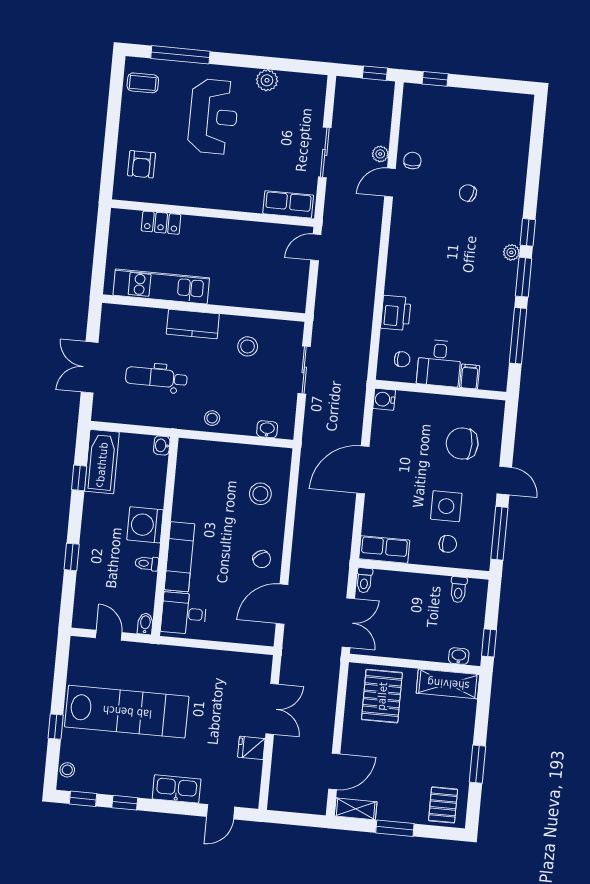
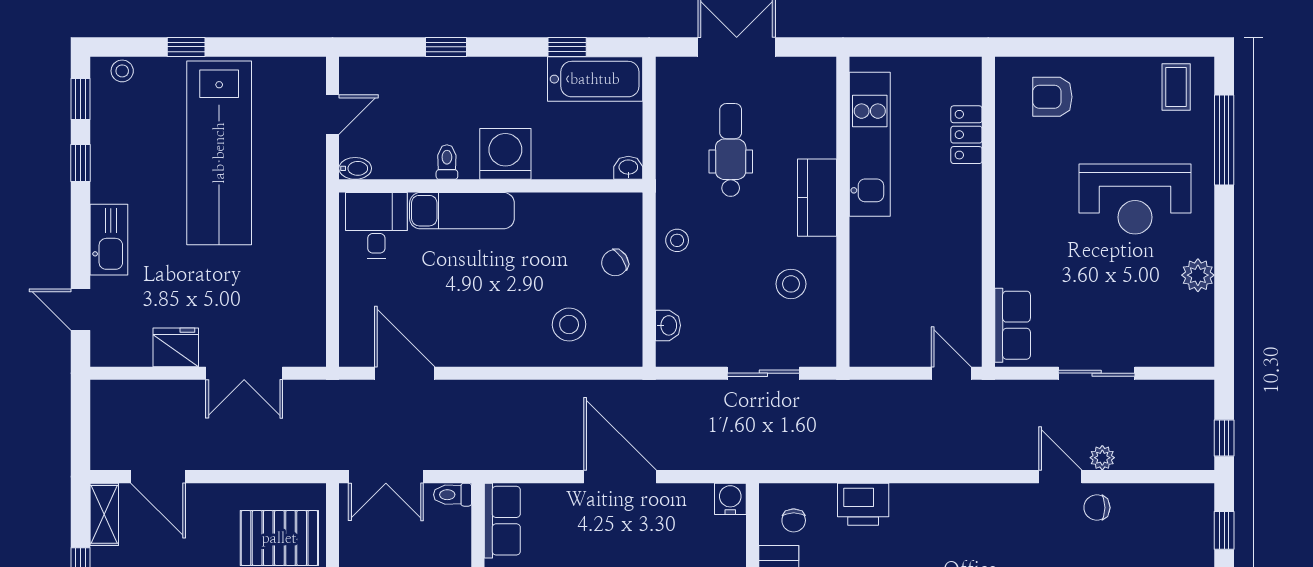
chair: (412, 161) -> (1097, 508), turned 180
chair: (262, 559) -> (615, 263), moved
fridge: (251, 748) -> (176, 347), width x1.38

